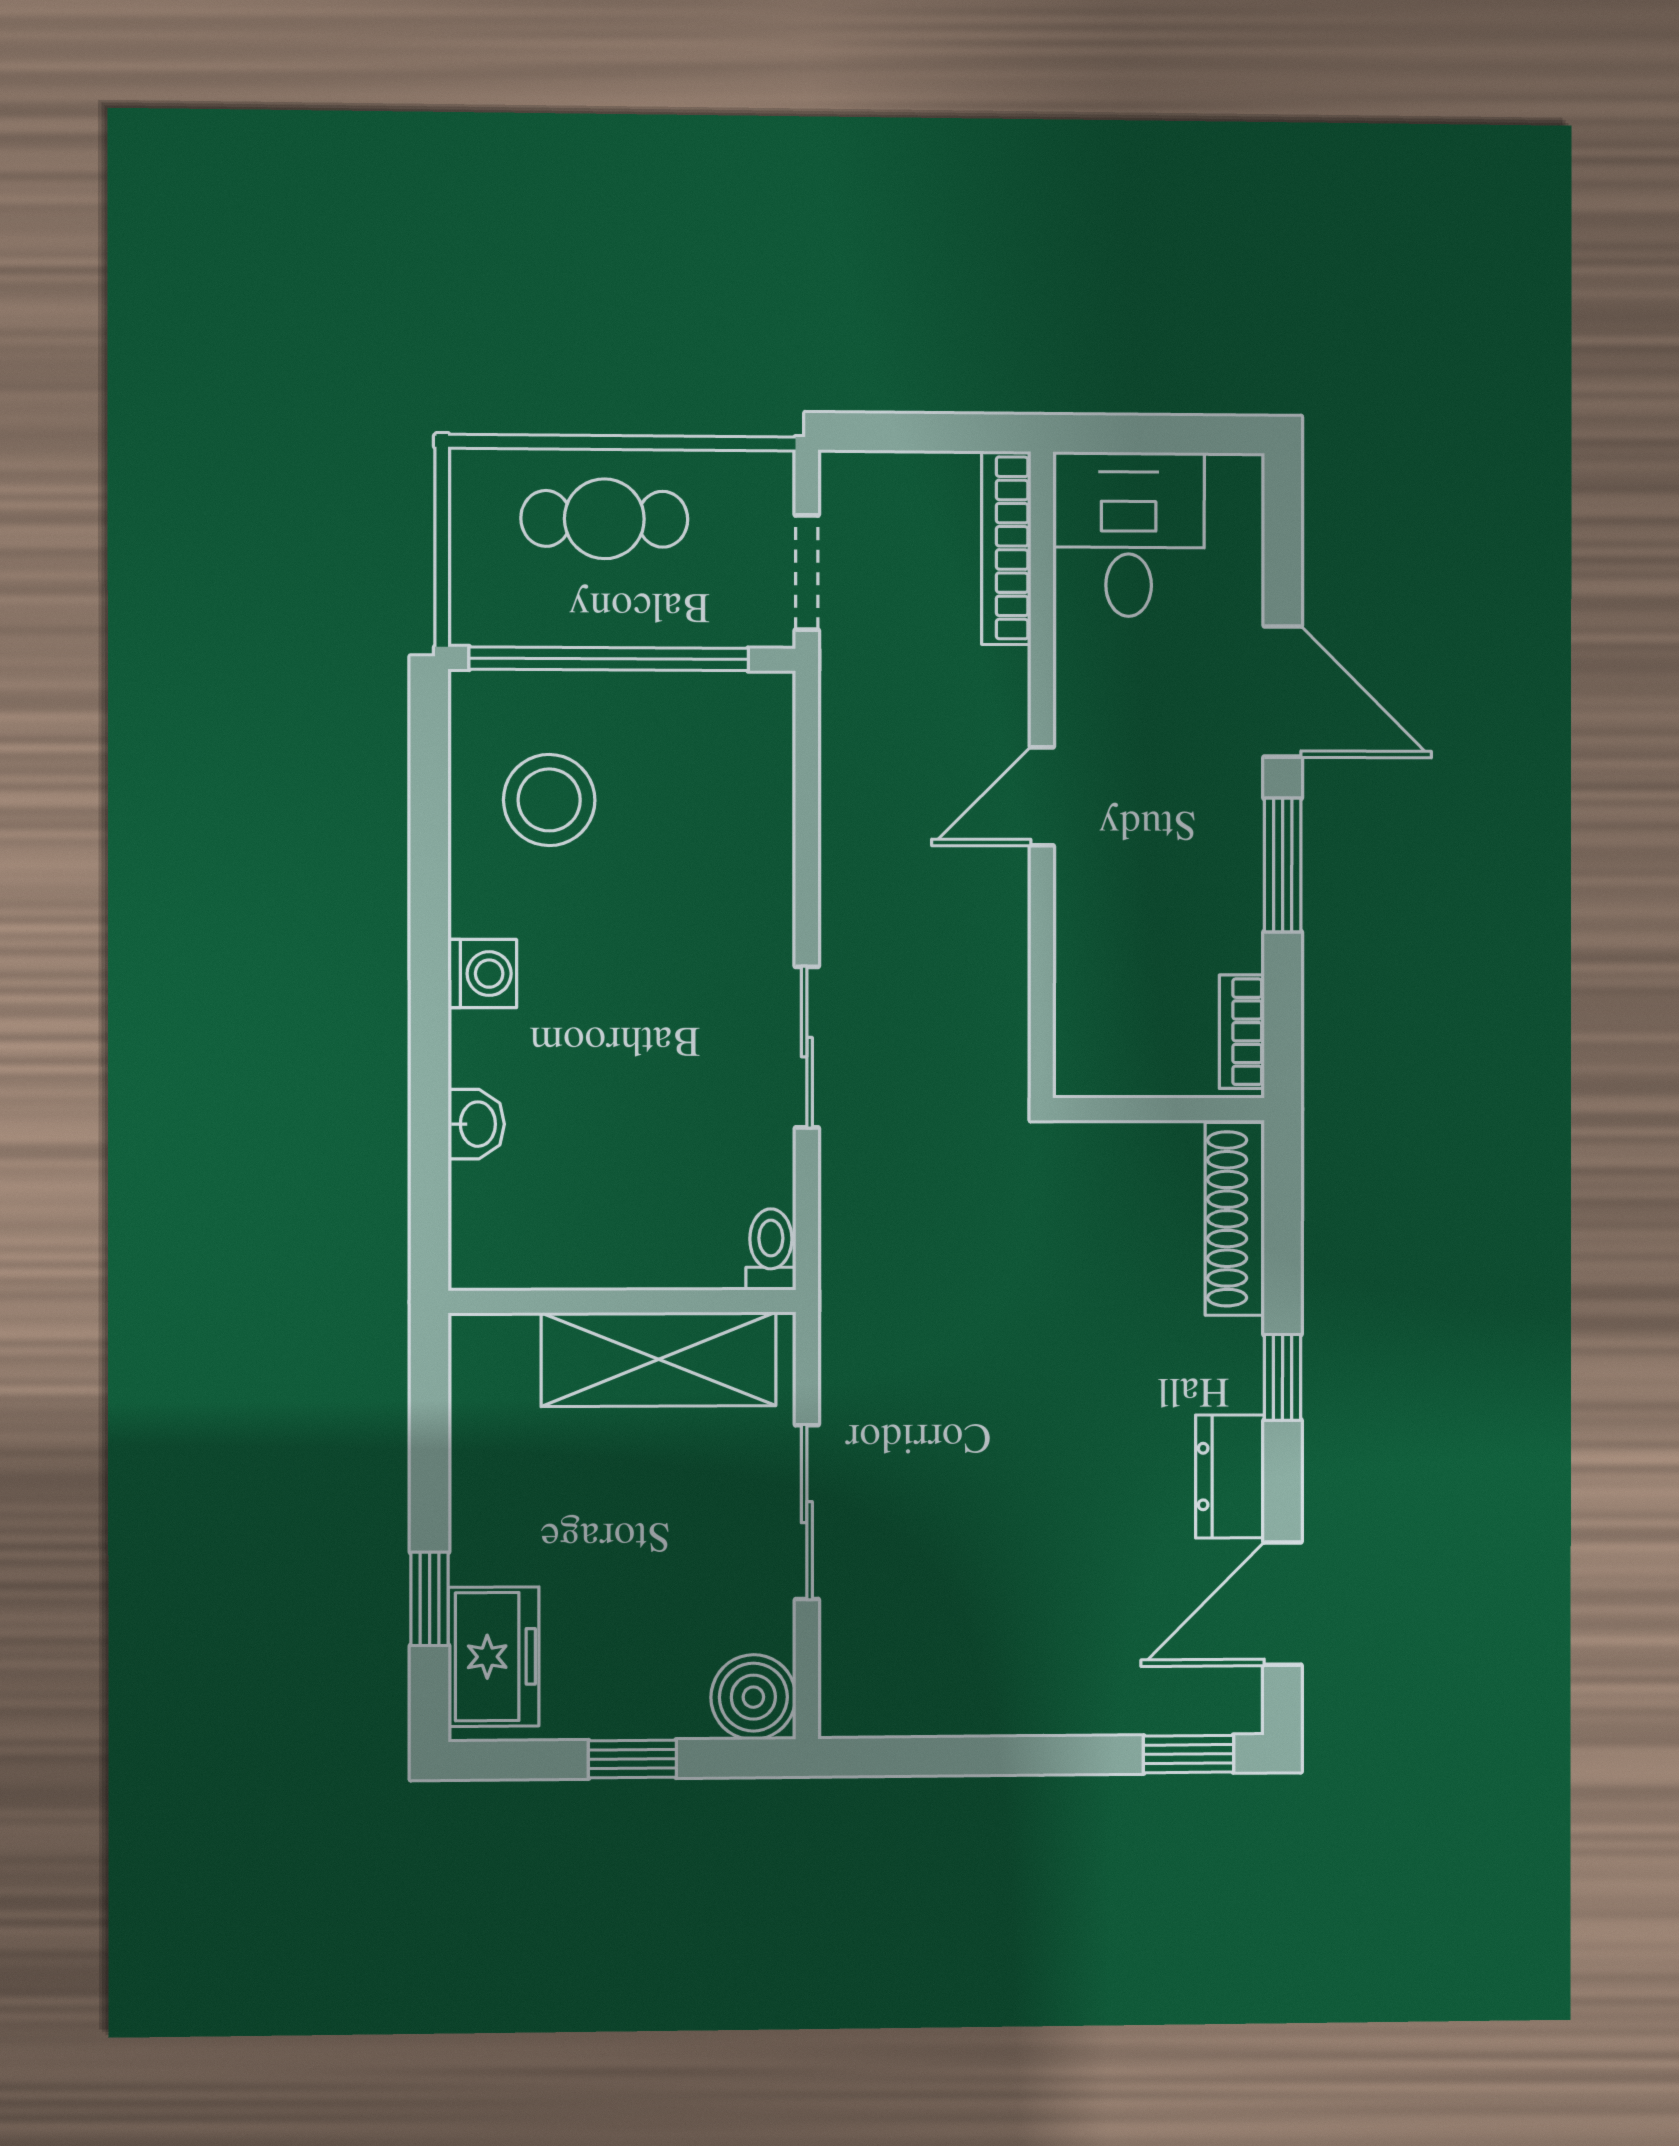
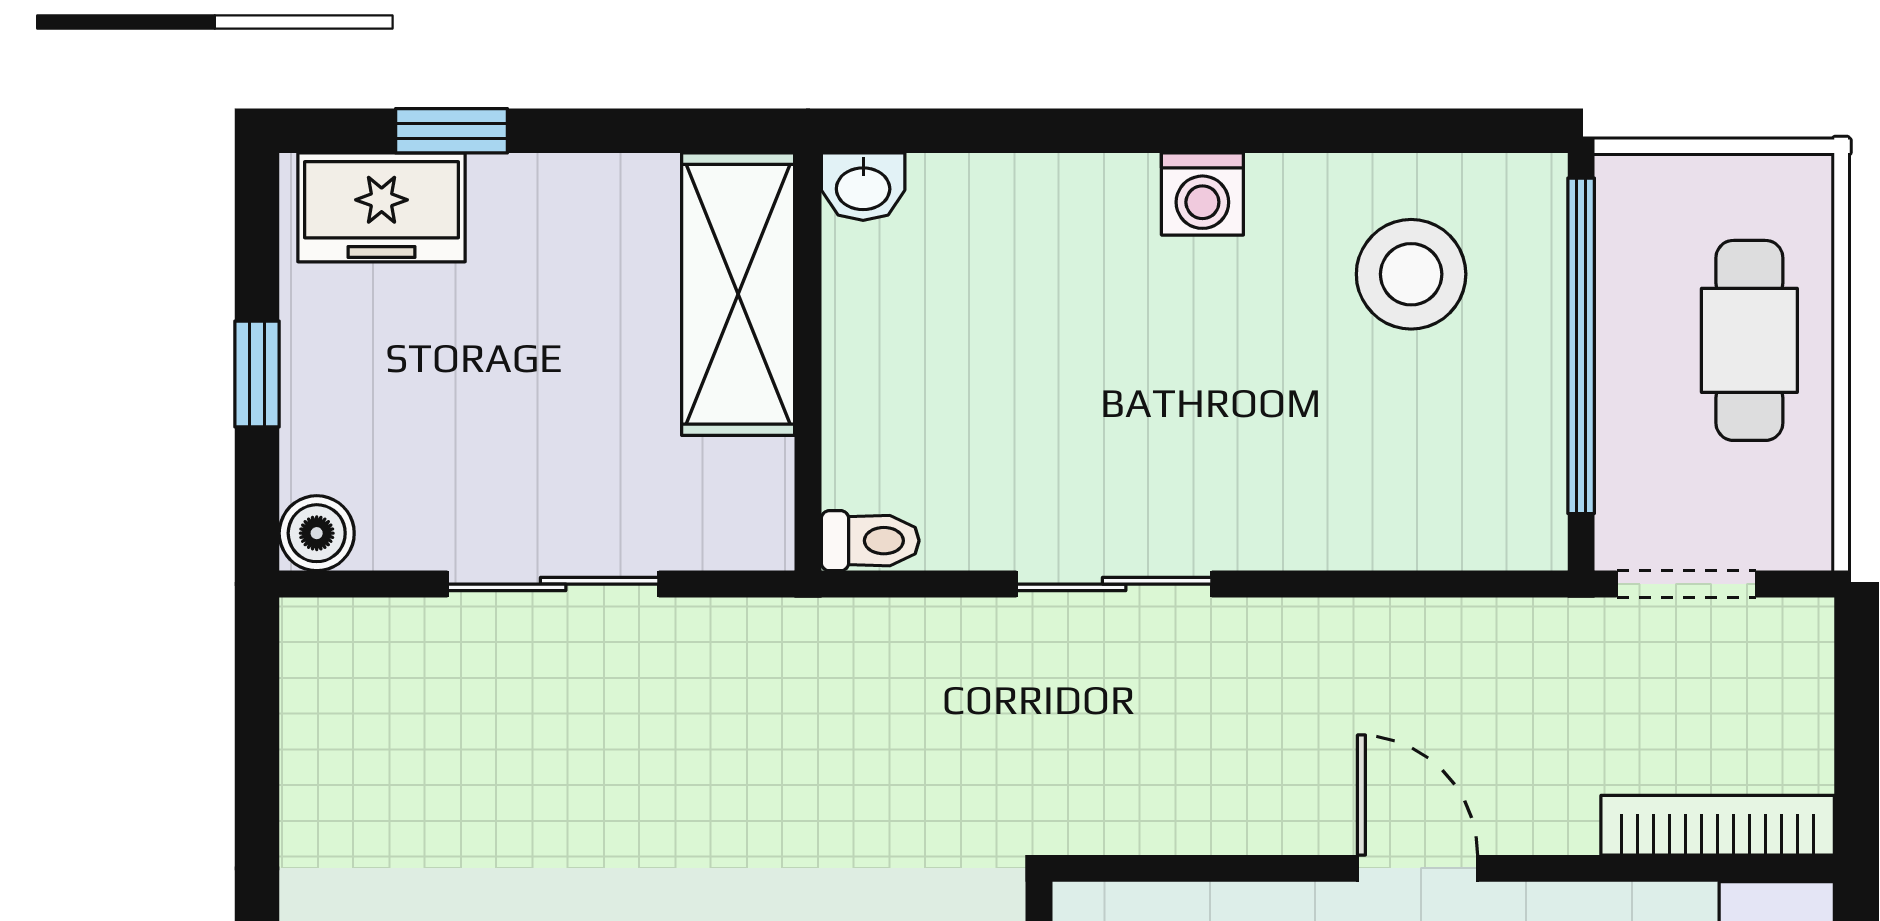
washbasin: (476, 1124) -> (863, 187), moved
shelving: (659, 1359) -> (738, 294), moved
boiler: (753, 1697) -> (317, 533), width x0.73, depth x0.73

